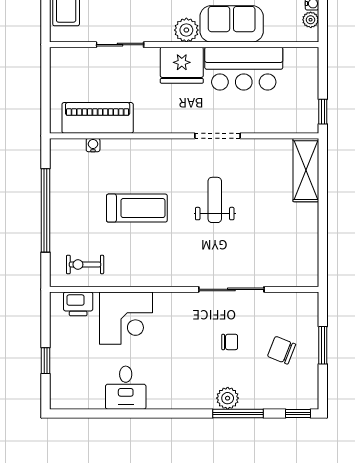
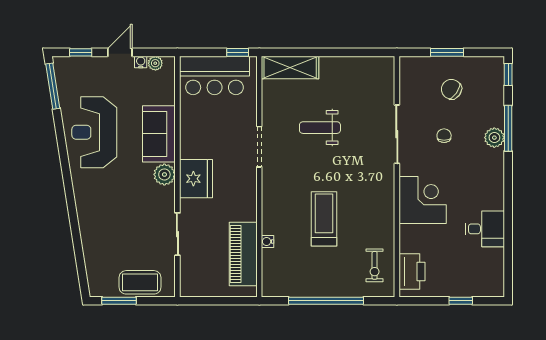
bar counter: (244, 69) -> (215, 75), moved, turned 90
water cooler: (93, 145) -> (268, 241), moved
weight bench: (215, 200) -> (320, 128), moved
printer: (78, 304) -> (412, 272), width x1.37, depth x1.19
corner desk: (126, 318) -> (423, 200), moved
chair: (282, 350) -> (451, 89), turned 103

